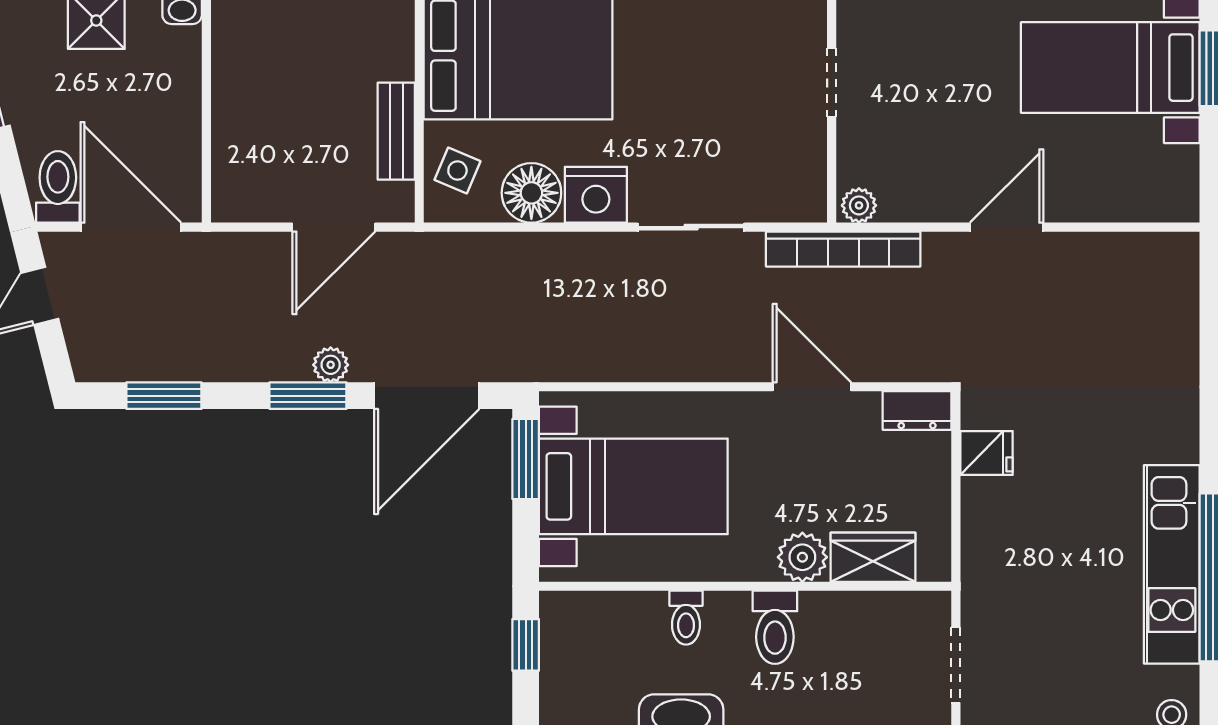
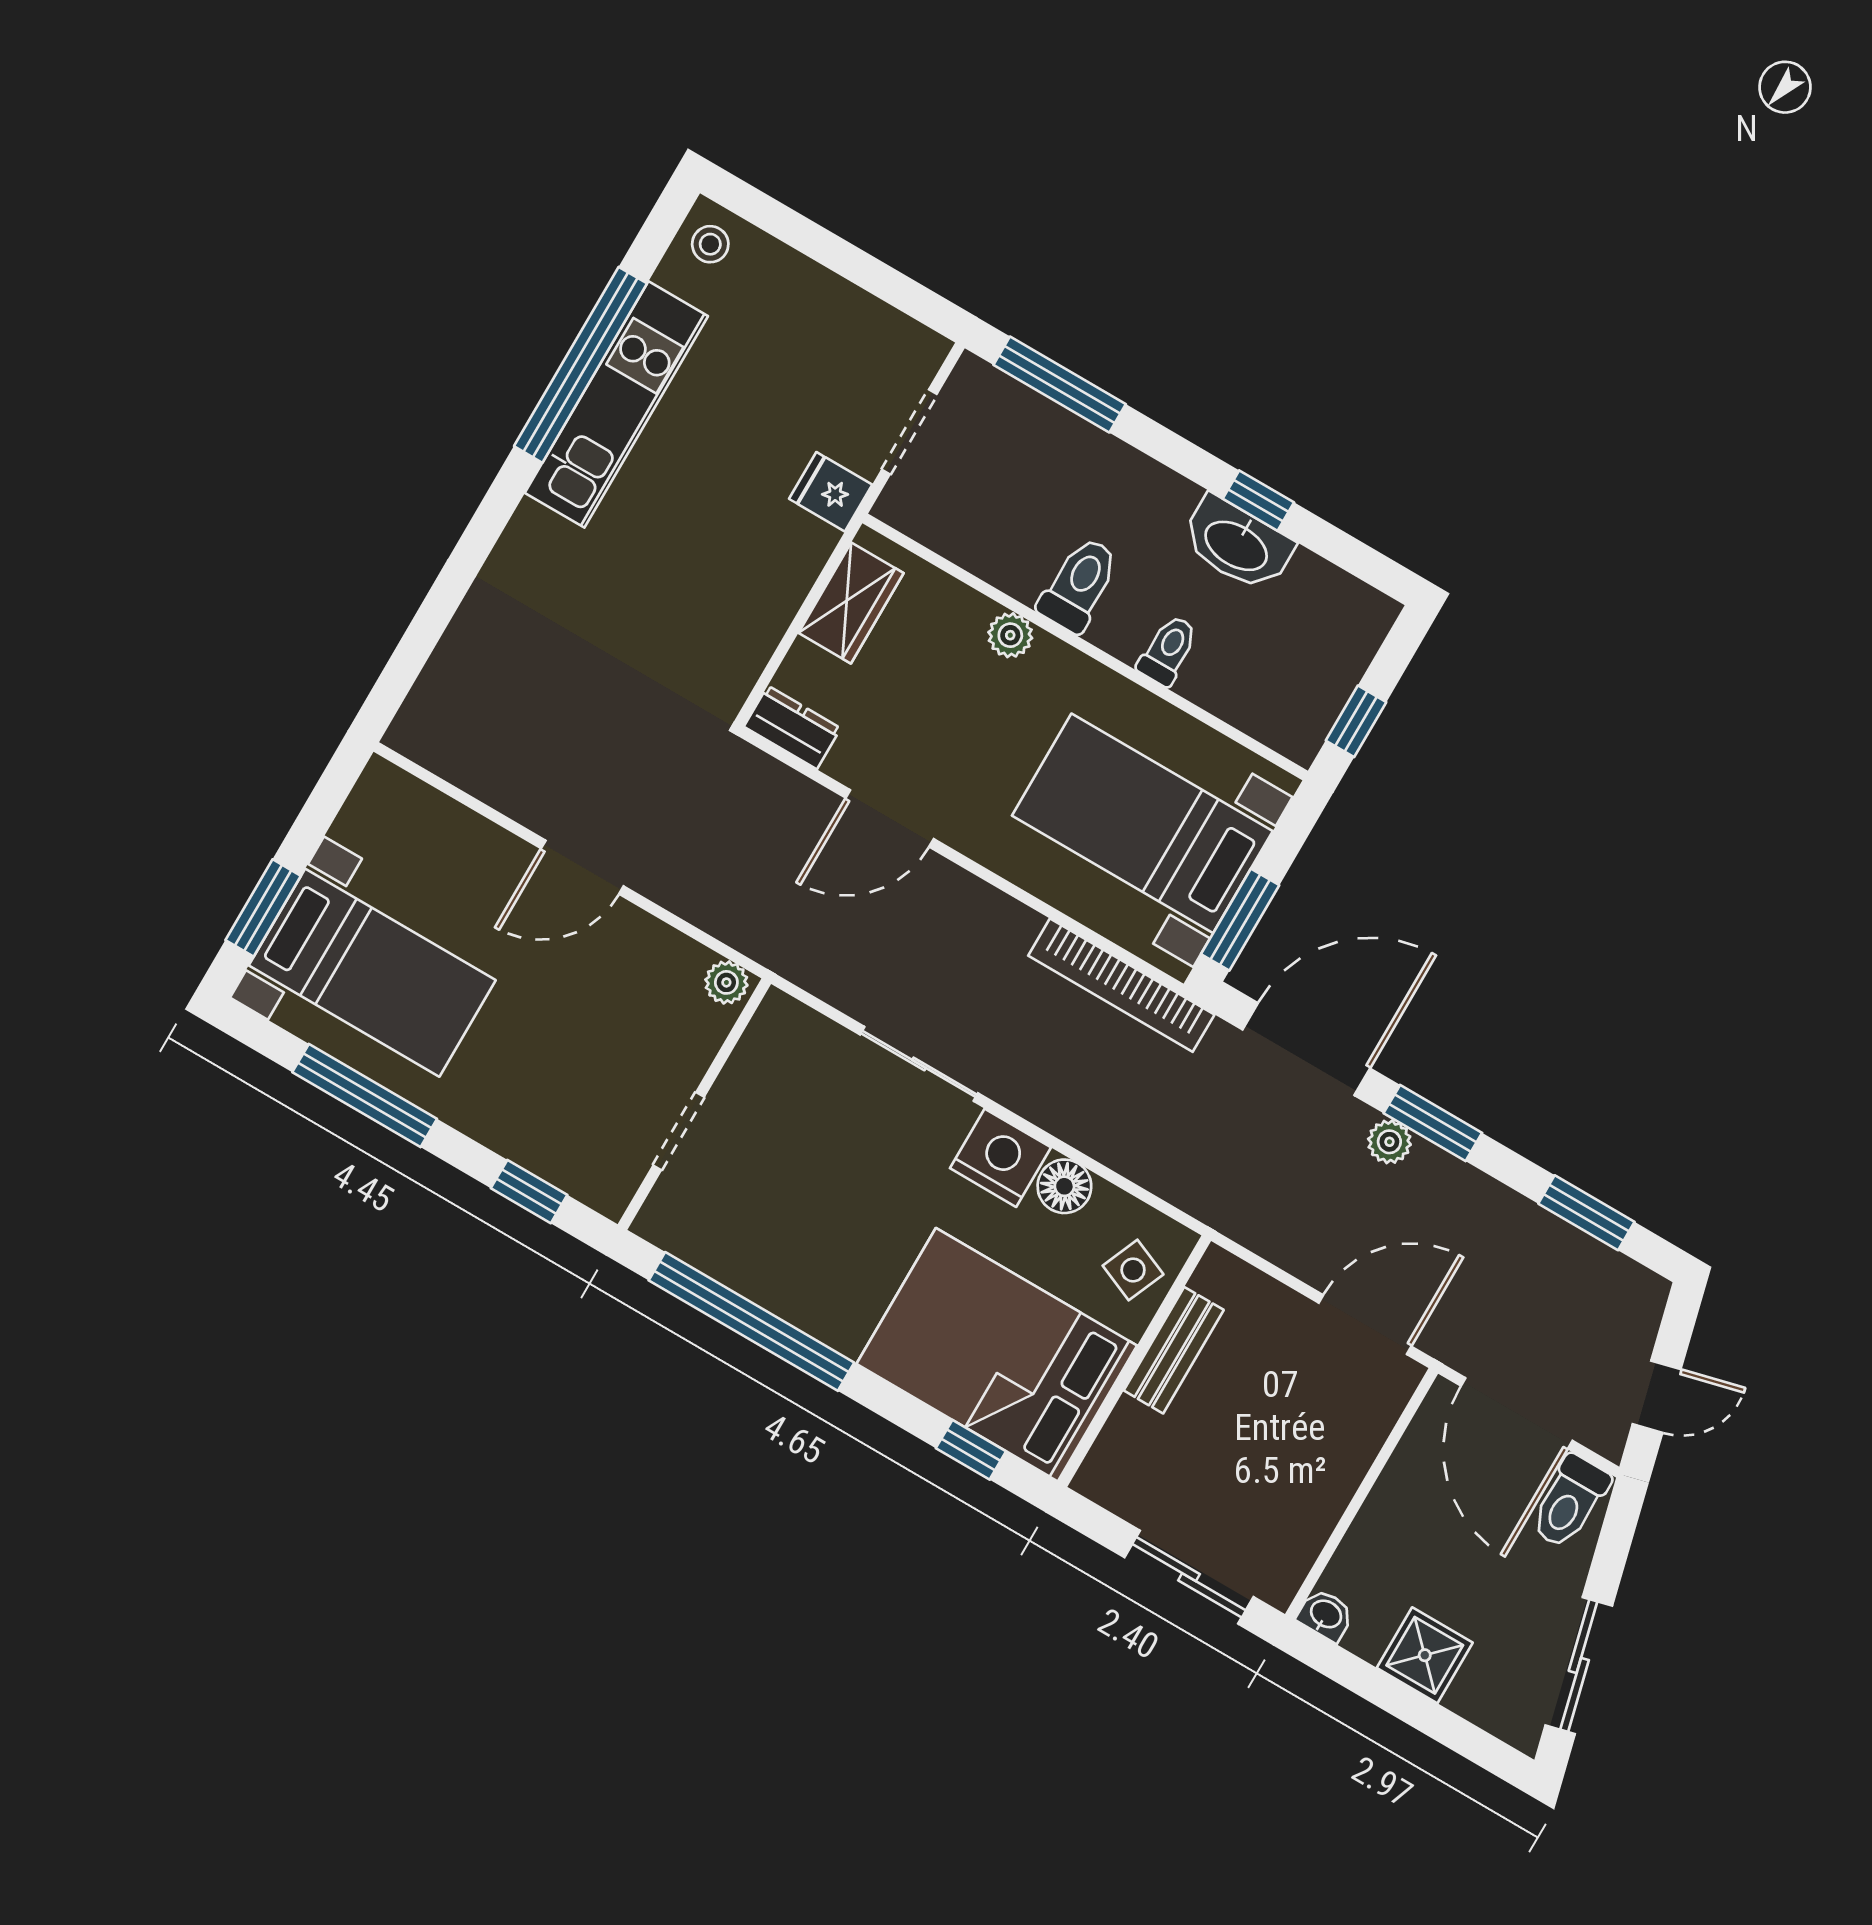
floor lamp: (531, 193) -> (1064, 1186), width x0.73, depth x0.73
door: (334, 227) -> (1365, 1325), moved
bookcase: (843, 249) -> (1121, 985), moved, turned 180
door: (812, 387) -> (890, 818), hinge flipped
fridge: (986, 453) -> (831, 492), moved
plant: (802, 557) -> (1010, 635), width x0.73, depth x0.73
wardrobe: (873, 557) -> (851, 603), moved, turned -90

